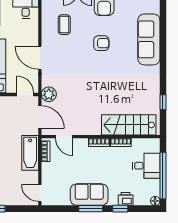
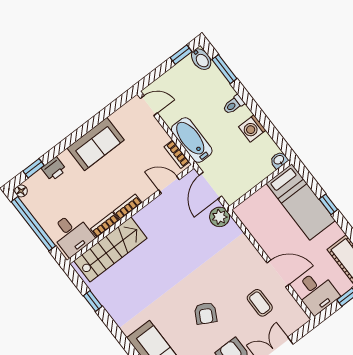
armchair: (101, 43) -> (206, 313), turned -61
door: (40, 58) -> (278, 274), moved
door: (25, 95) -> (244, 198), removed
door: (40, 117) -> (210, 186), hinge flipped
desk: (146, 166) -> (72, 234), moved, turned -90
window: (91, 209) -> (83, 130), removed
window: (120, 209) -> (34, 168), moved

